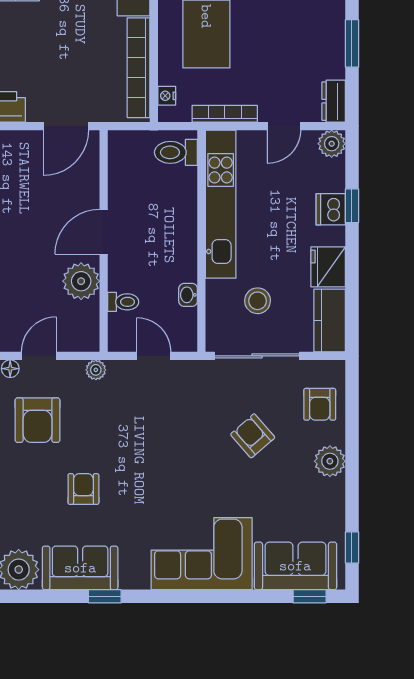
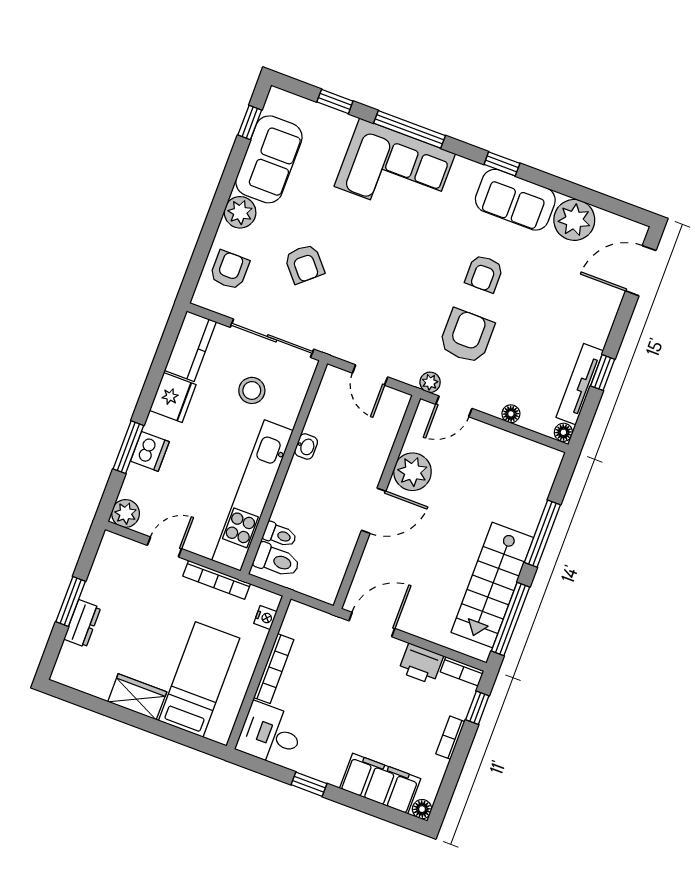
bookcase: (139, 68) -> (274, 669), width x0.68, depth x0.76
dresser: (334, 101) -> (82, 623), moved
window: (352, 206) -> (128, 447), width x1.50
washbasin: (188, 295) -> (306, 446), moved
toilet: (123, 302) -> (280, 535), moved, turned 180
door: (39, 356) -> (454, 406), moved
armchair: (37, 420) -> (467, 336), moved
sofa: (295, 566) -> (269, 159), moved, turned -90
window: (202, 596) -> (410, 129), added
window: (310, 596) -> (335, 101), moved

